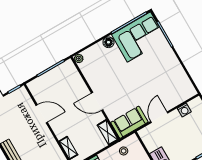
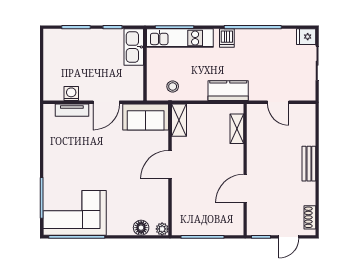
floor lamp: (108, 42) -> (141, 228), moved
tv unit: (178, 100) -> (72, 110), added
door: (97, 101) -> (170, 164), swing flipped
door: (42, 114) -> (245, 188), hinge flipped

